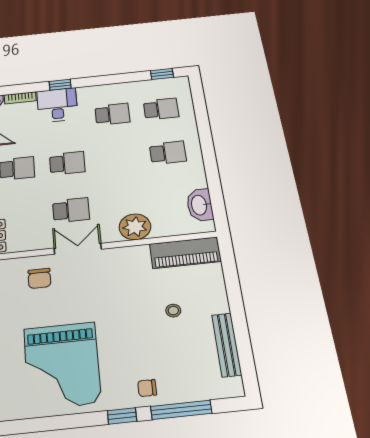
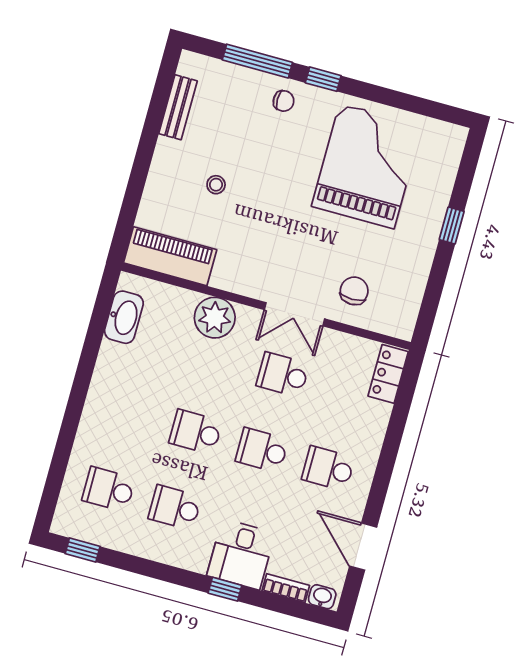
school desk: (168, 153) -> (196, 432), moved
bench: (227, 345) -> (178, 107), width x0.73

